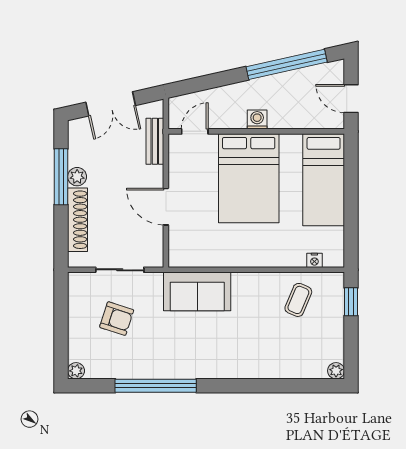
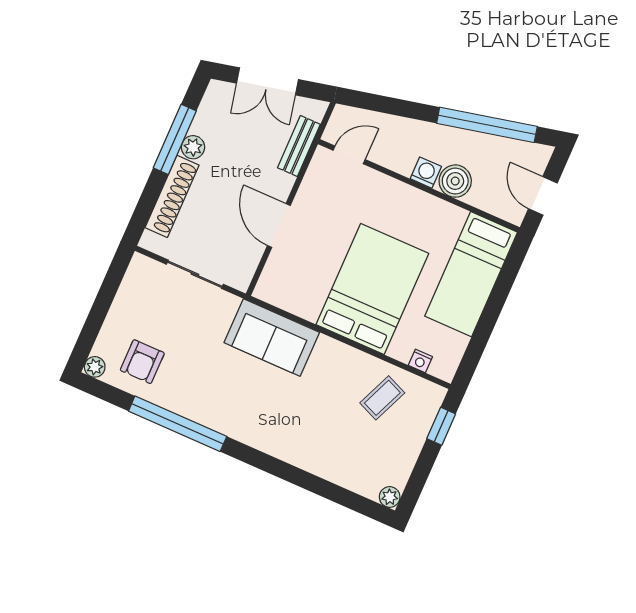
boiler: (282, 116) -> (455, 181), added
bed: (249, 178) -> (372, 289), moved, turned 180
armchair: (117, 319) -> (142, 362), moved, turned 72

